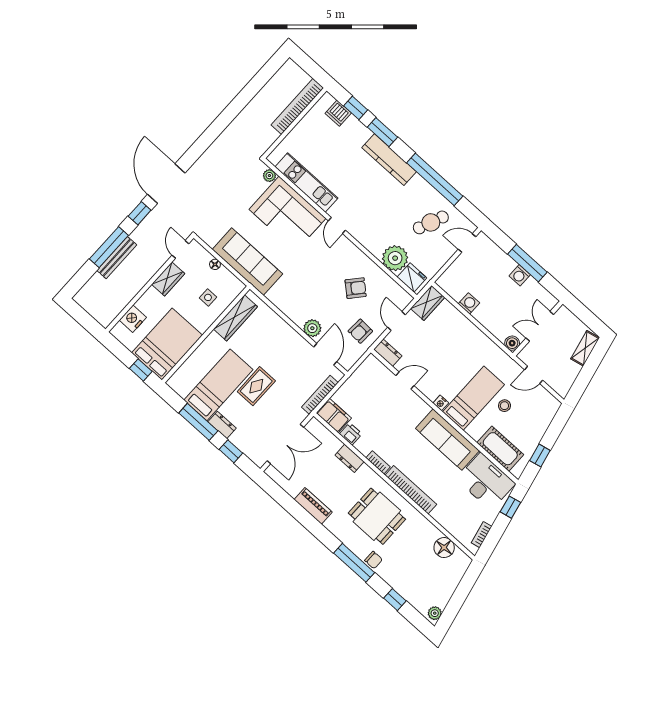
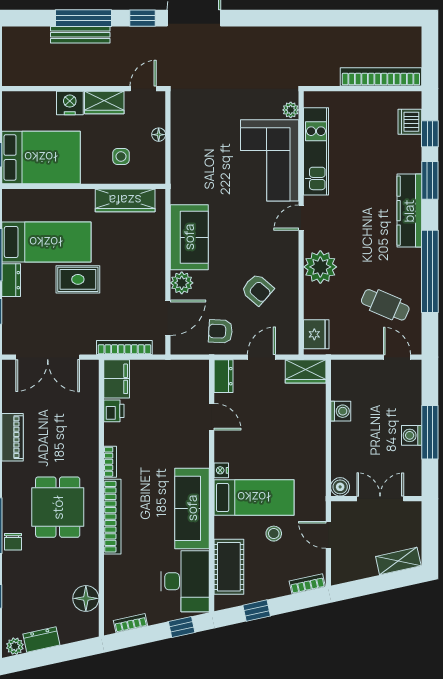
plant: (395, 258) -> (320, 267), moved
sofa: (247, 262) -> (189, 237), moved, width x0.73
nightstand: (133, 319) -> (70, 103), moved
bookcase: (551, 413) -> (307, 584), added
dresser: (350, 458) -> (41, 640), moved, turned 78

